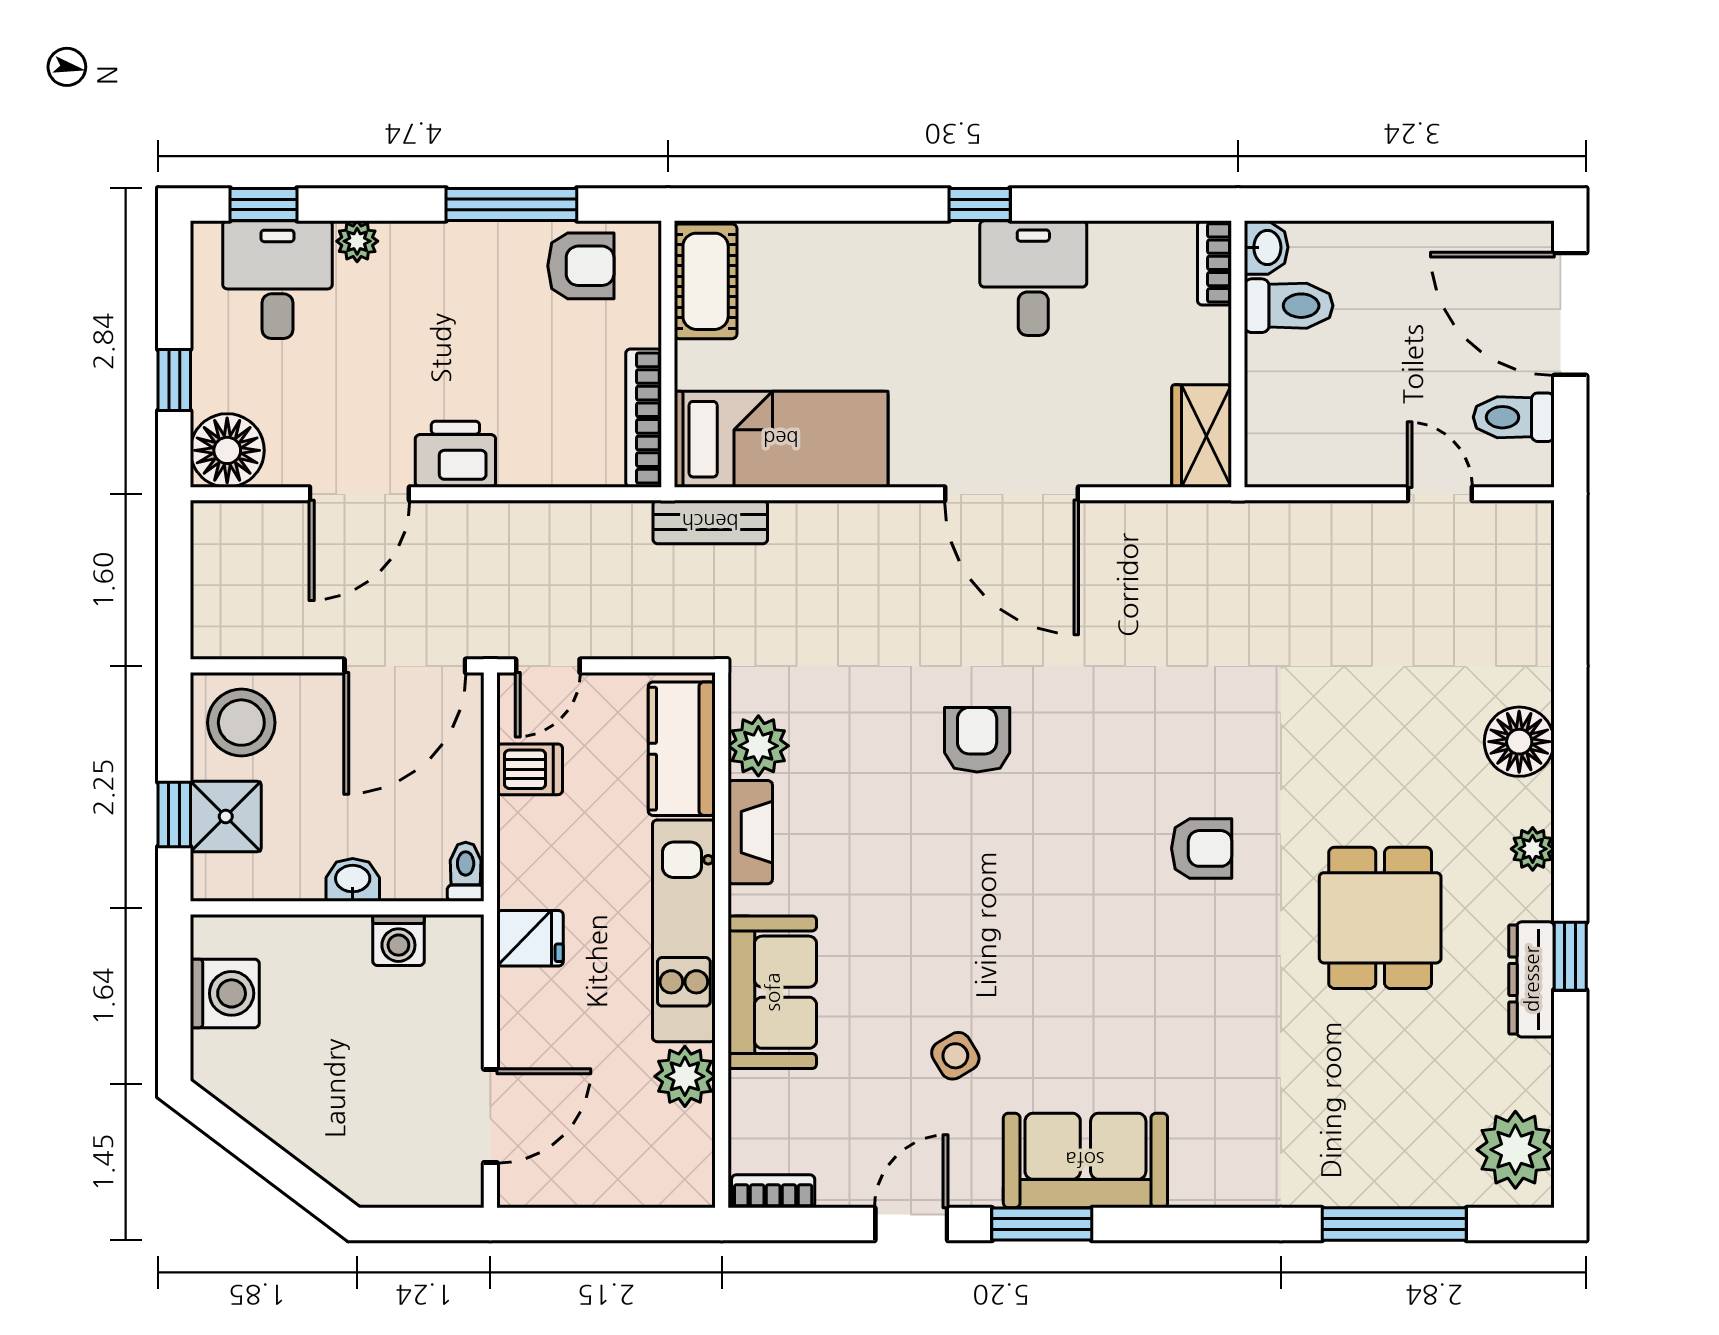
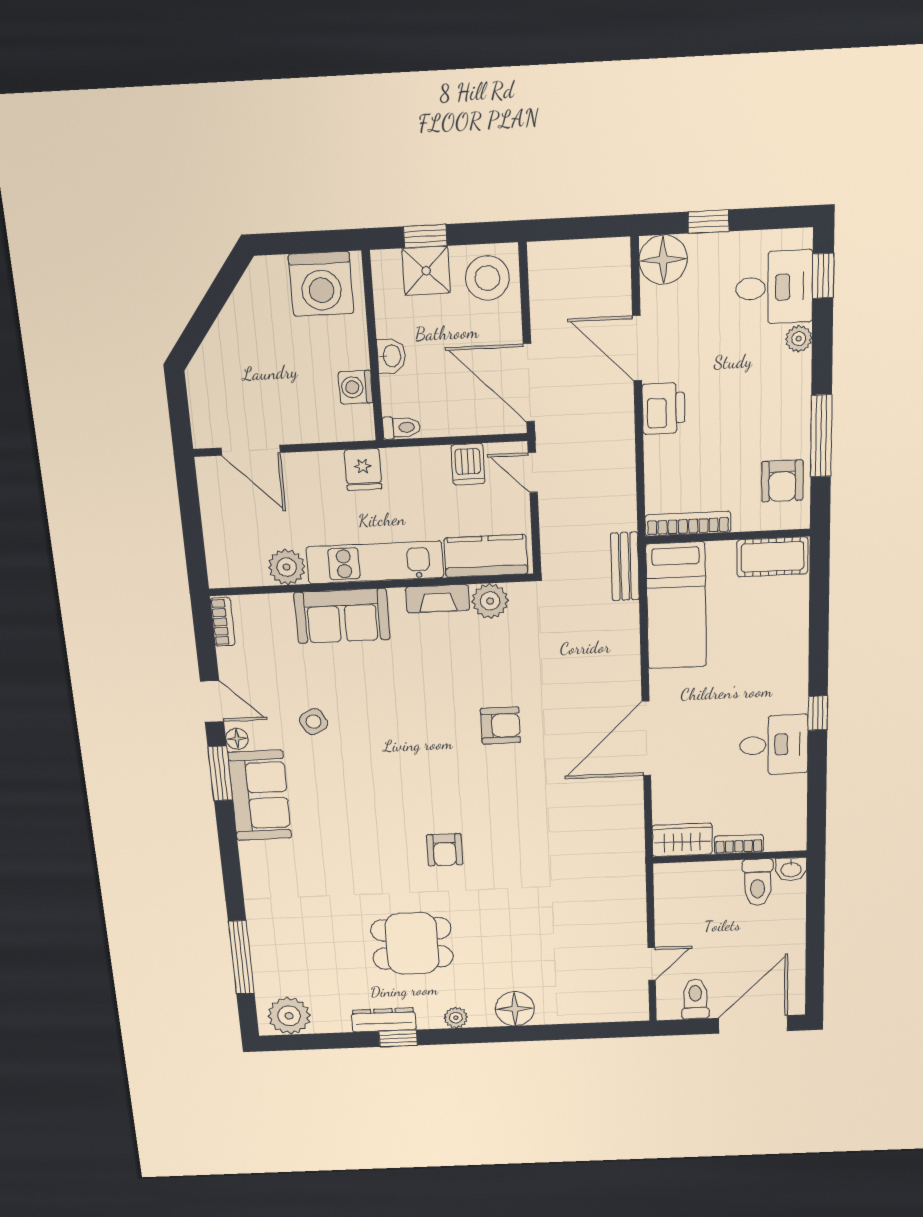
bookcase: (1214, 263) -> (739, 844), moved
washing machine: (225, 993) -> (321, 284), width x1.37, depth x1.37
floor lamp: (980, 1189) -> (237, 739), added

